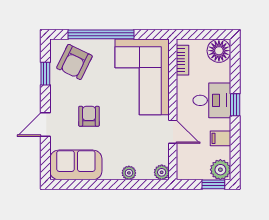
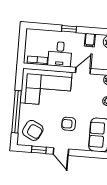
floor lamp: (219, 51) -> (33, 36), removed
desk: (212, 100) -> (60, 54), moved, turned 180
door: (45, 125) -> (61, 152), moved

